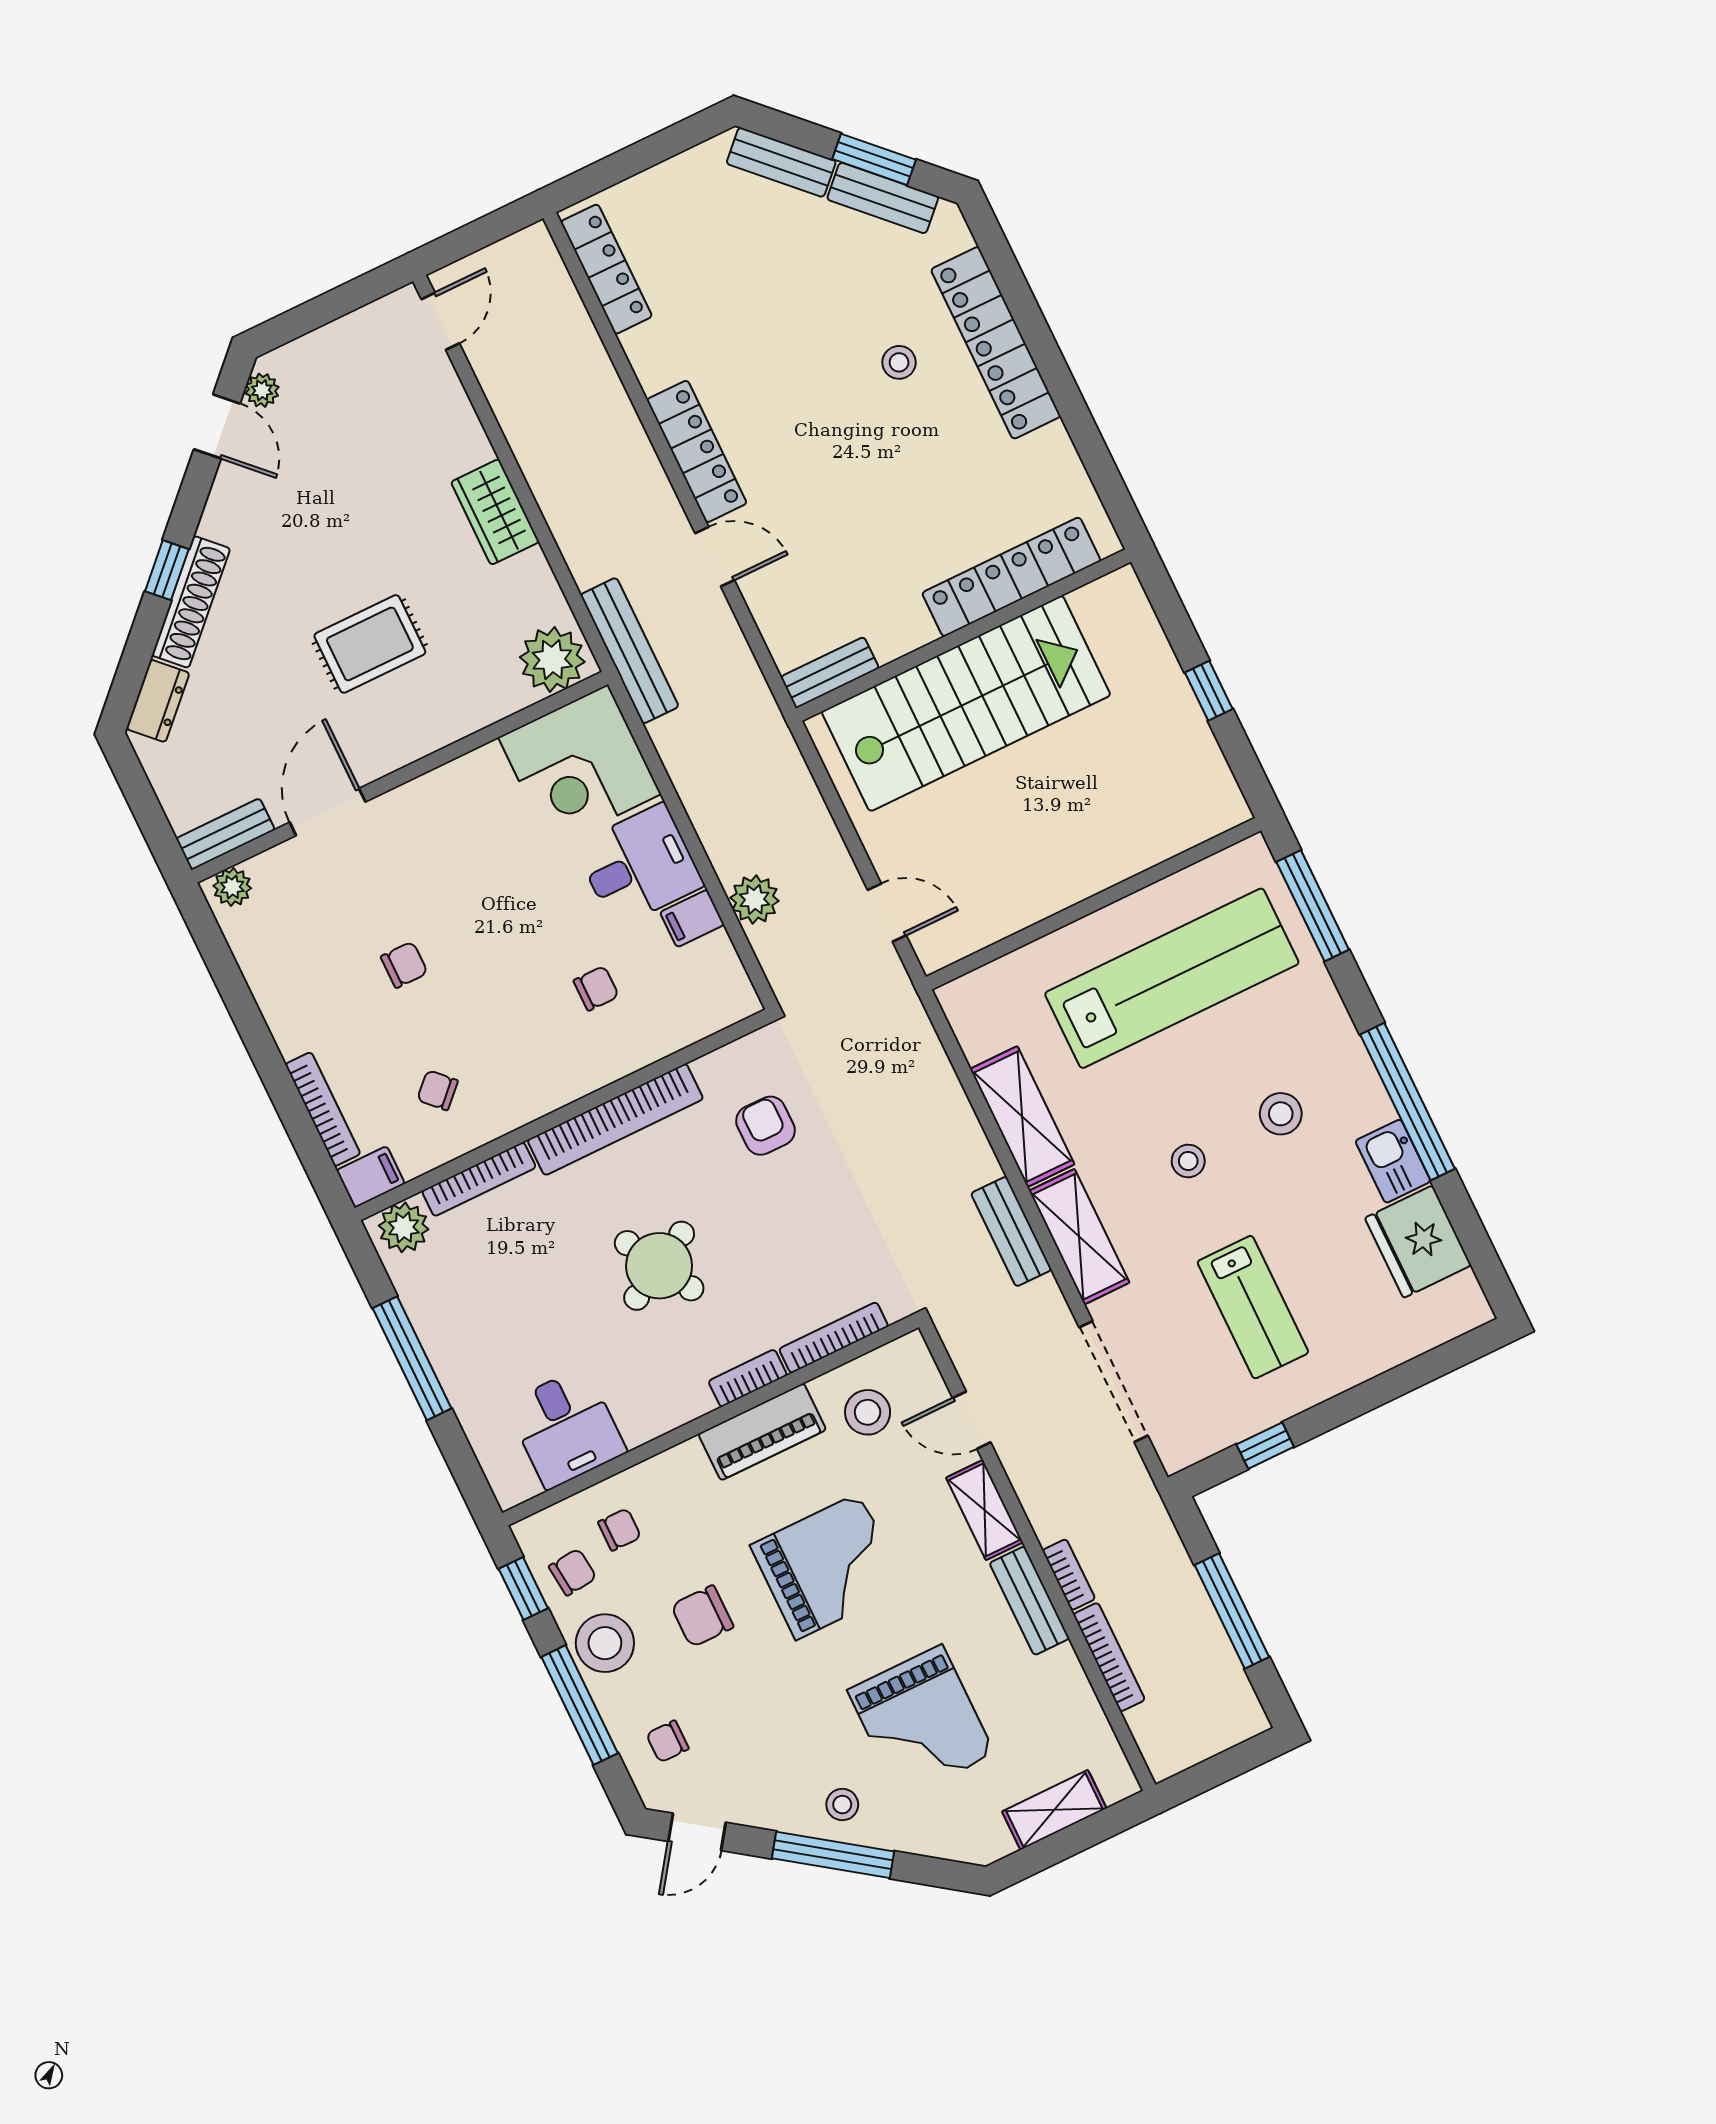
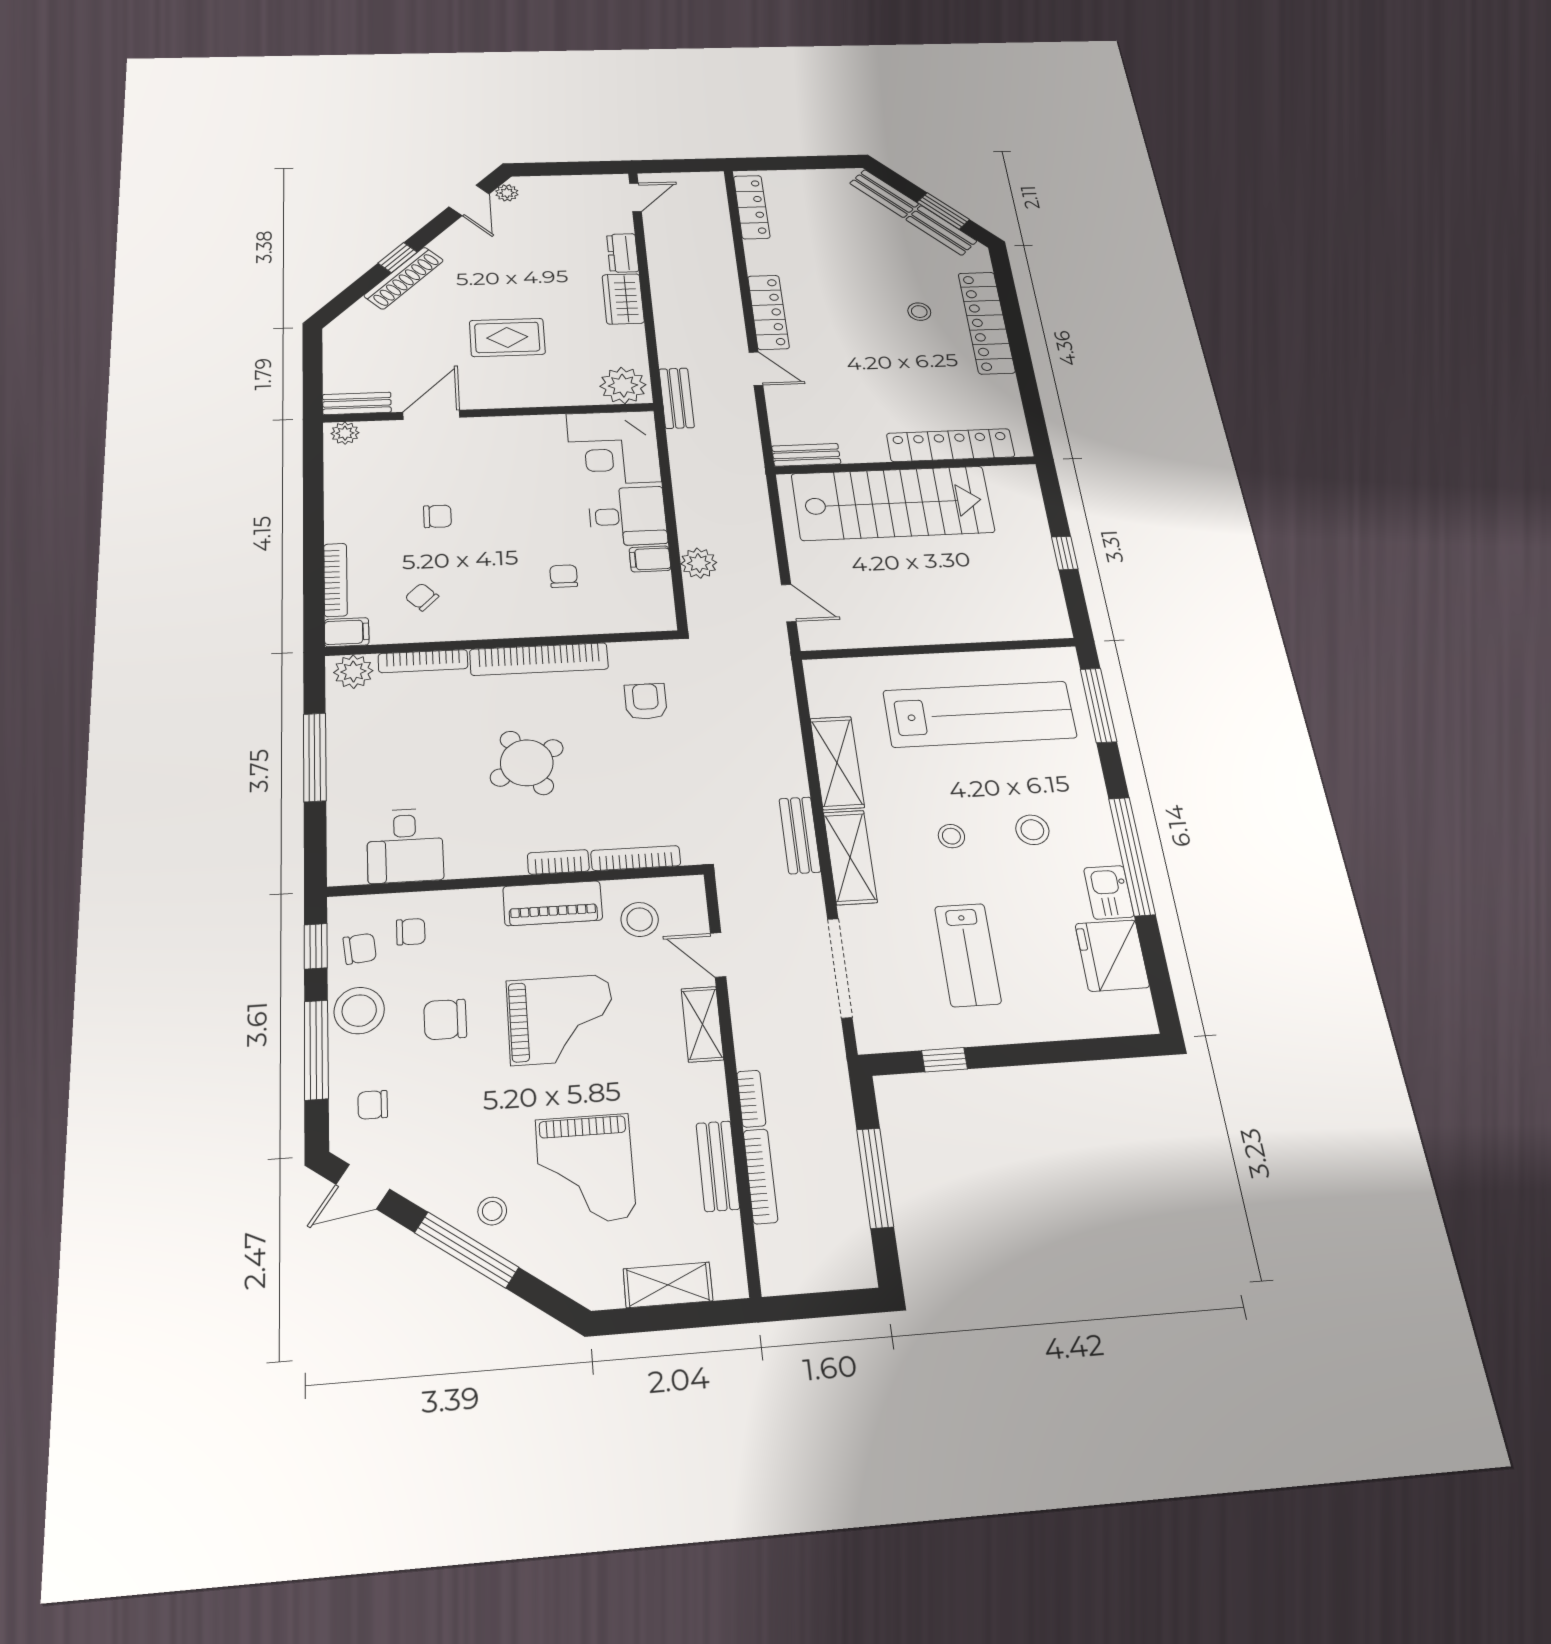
bench: (629, 651) -> (677, 398), width x0.73
dresser: (158, 701) -> (623, 253), moved, turned 135
chair: (596, 988) -> (564, 576), turned -90
bench: (1029, 1601) -> (718, 1166), moved

